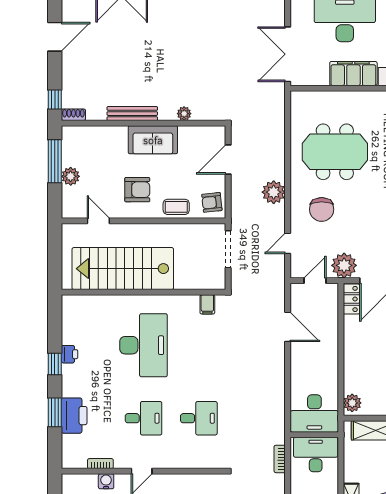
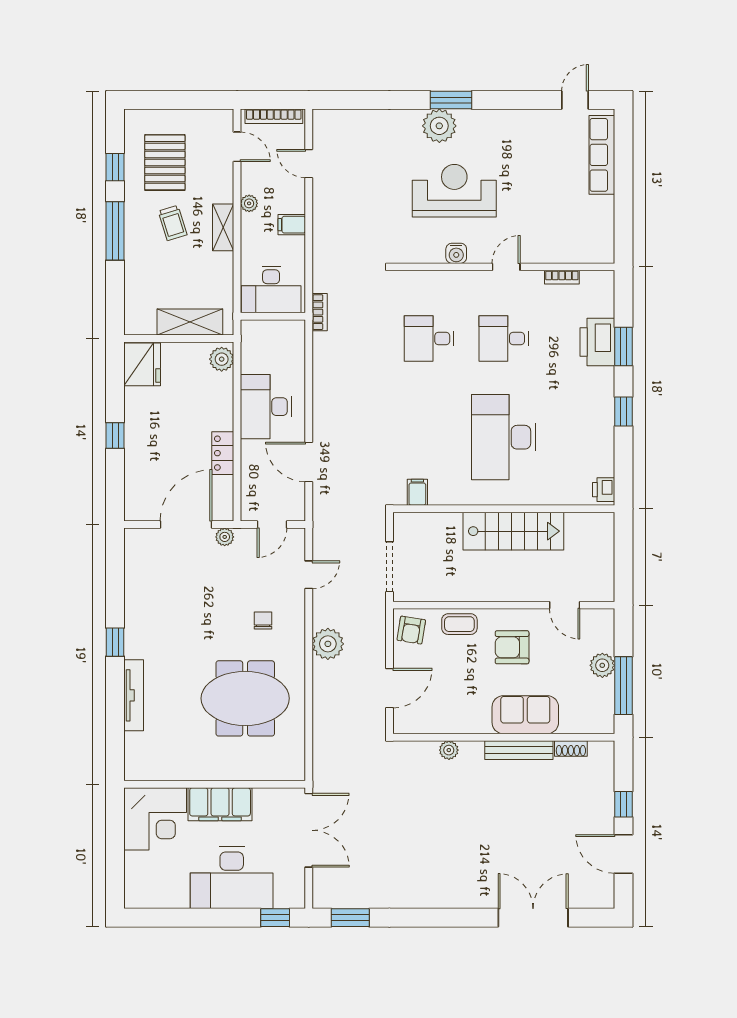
door: (55, 37) -> (623, 854), hinge flipped
window: (55, 99) -> (623, 804), moved
shoe rack: (73, 115) -> (571, 749), moved
sofa: (153, 140) -> (525, 715), moved
armchair: (212, 202) -> (411, 630), turned 105
chair: (322, 209) -> (263, 621), width x0.54, depth x0.54
plant: (344, 265) -> (225, 537), width x0.53, depth x0.53
stairs: (123, 269) -> (513, 531), width x0.73, depth x0.66
locker: (351, 299) -> (223, 453), moved
printer: (70, 354) -> (604, 490), moved
desk: (314, 413) -> (266, 407), moved, turned -90
bookcase: (280, 459) -> (320, 312), moved
water cooler: (106, 481) -> (456, 253), moved

